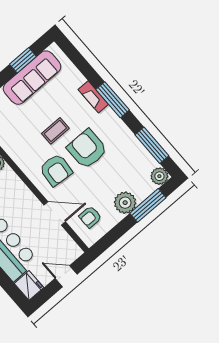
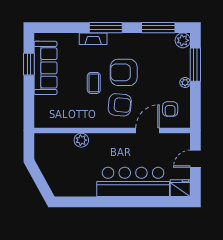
plant: (125, 203) -> (185, 82), width x0.53, depth x0.53

